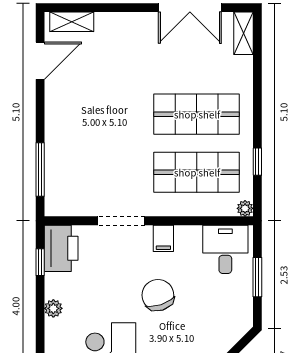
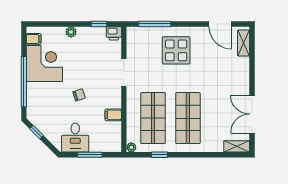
display table: (84, 134) -> (176, 50), added
filing cabinet: (163, 238) -> (113, 115), moved
printer: (61, 248) -> (114, 33), width x0.53, depth x0.68
desk: (225, 249) -> (75, 138), moved, turned 90
chair: (158, 295) -> (79, 95), width x0.54, depth x0.54

